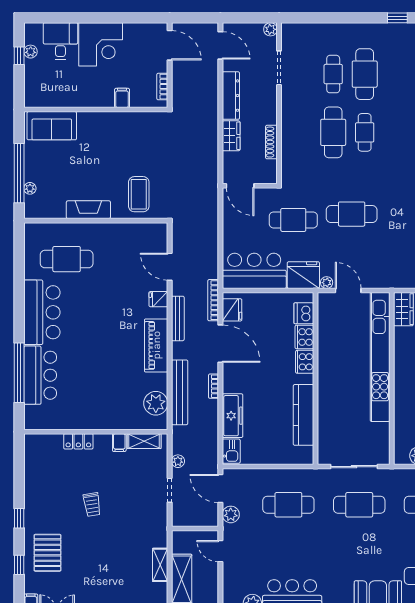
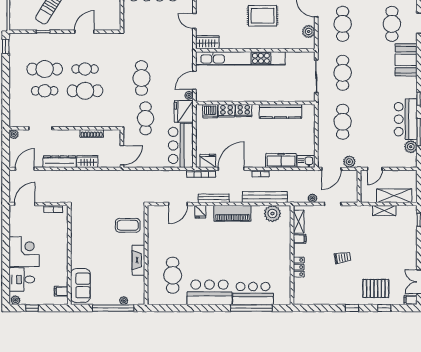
plant: (31, 52) -> (15, 300), moved
filing cabinet: (122, 98) -> (61, 291), moved

